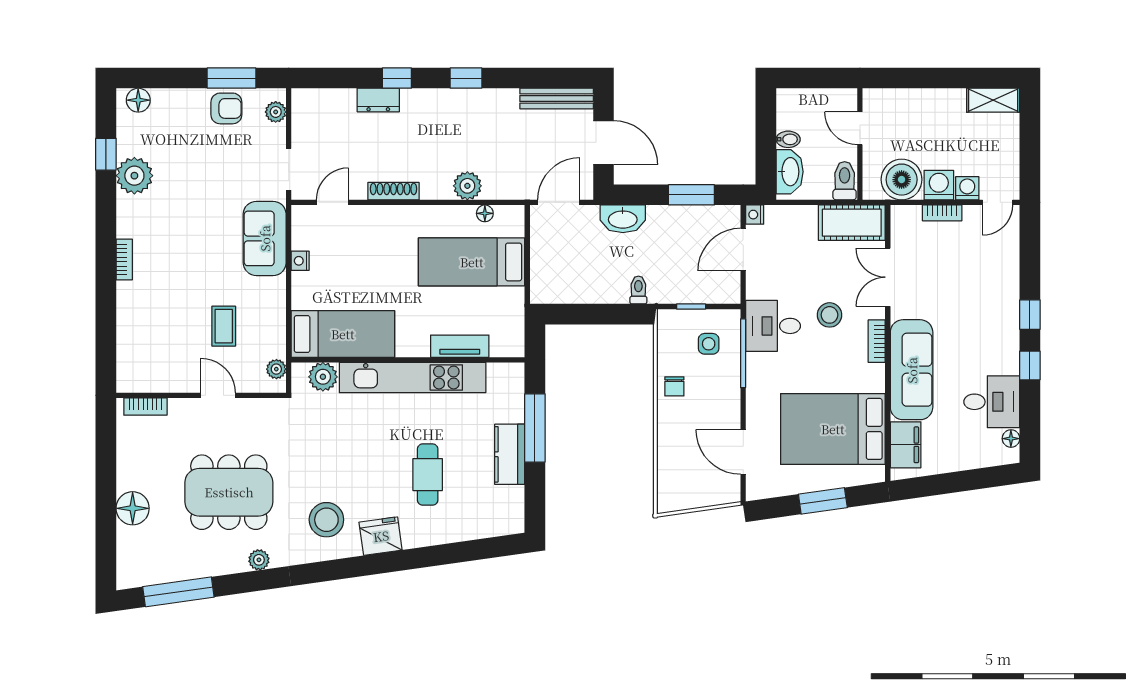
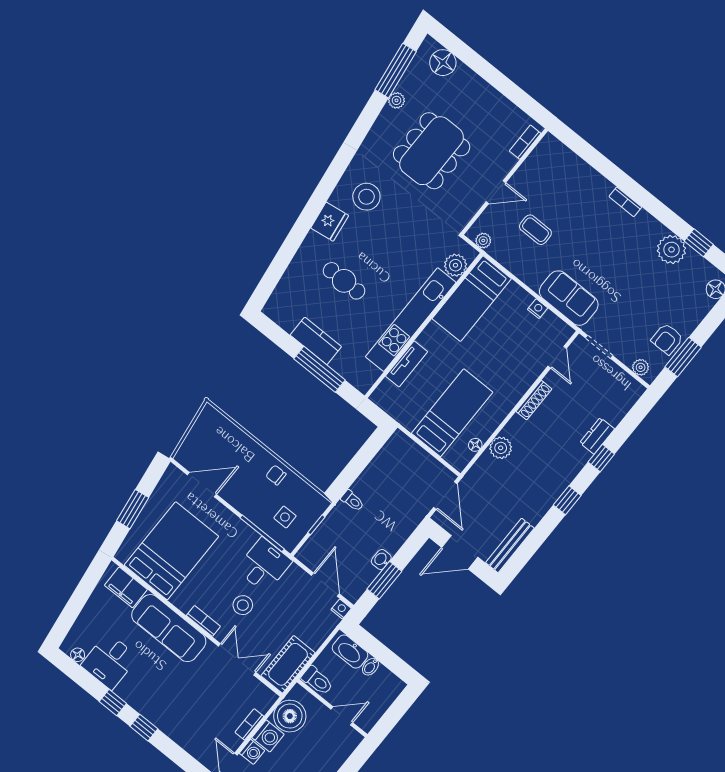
washbasin: (623, 219) -> (381, 559), moved, width x0.52, depth x0.69
floor lamp: (133, 508) -> (443, 63), moved
plant: (259, 560) -> (396, 100), moved

